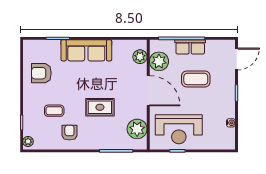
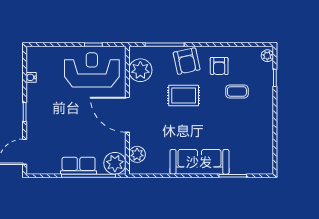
plant: (159, 61) -> (115, 163), moved
armchair: (41, 73) -> (187, 61), moved, turned 78
coffee table: (196, 79) -> (72, 128), removed

